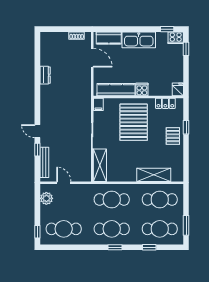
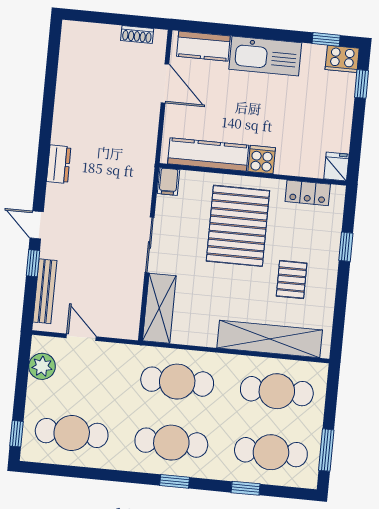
dresser: (45, 75) -> (59, 164), moved
pallet: (173, 136) -> (292, 280), moved
shelving: (154, 175) -> (270, 339), width x1.47

